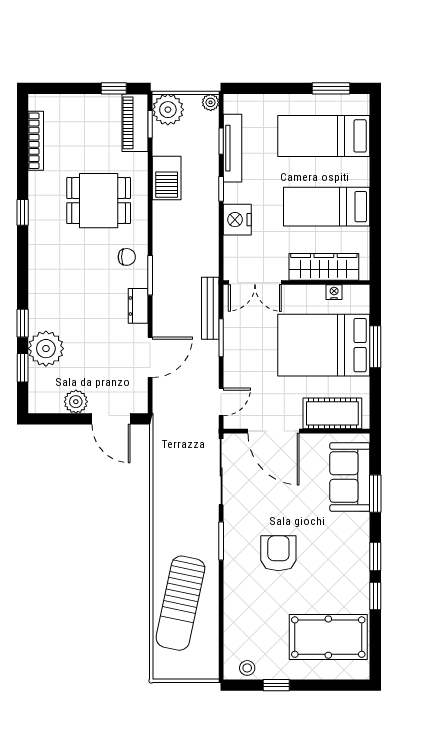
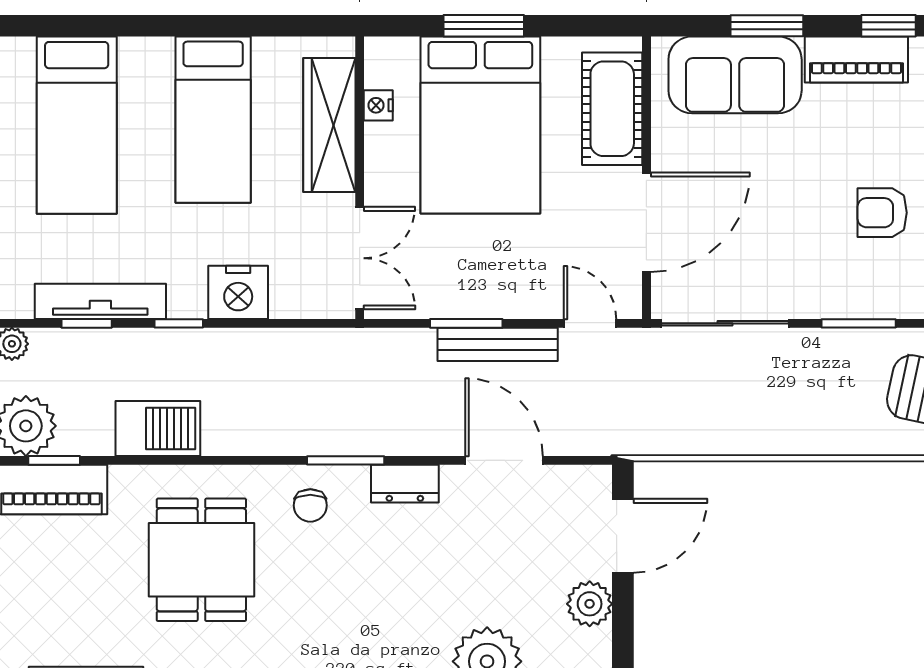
chair: (127, 257) -> (310, 505), turned 180
bench: (210, 308) -> (498, 344), moved
piano: (358, 540) -> (856, 59), added
armchair: (278, 553) -> (882, 213), width x0.72, depth x0.72

